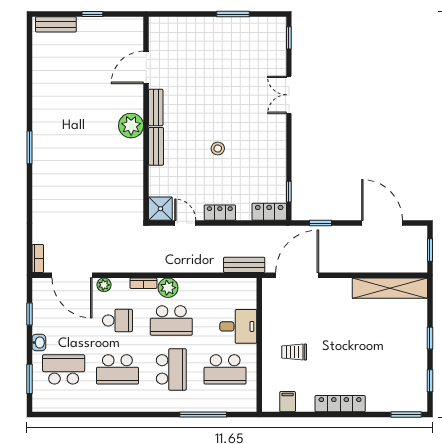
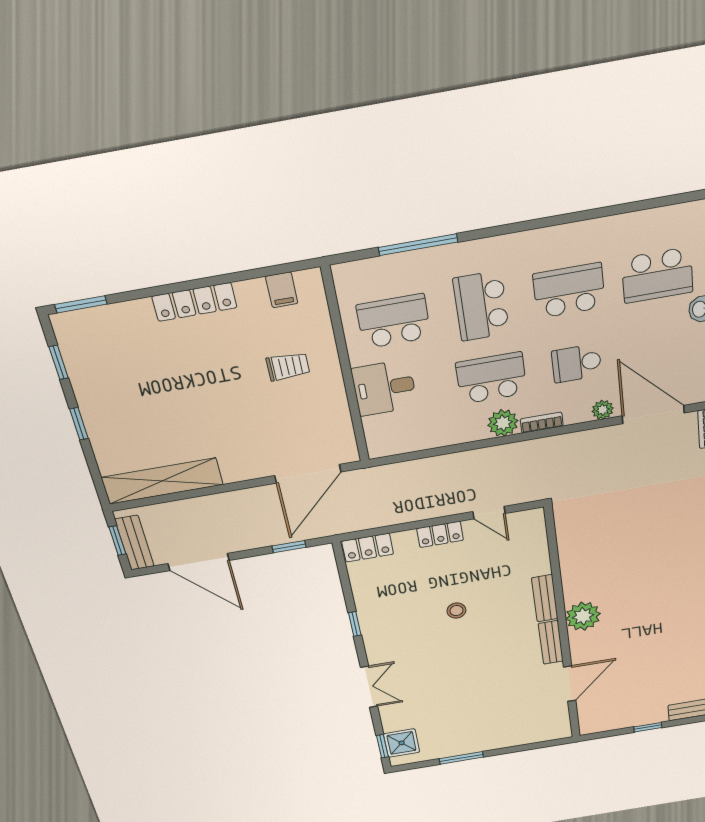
window: (289, 192) -> (355, 624), moved
shower: (160, 209) -> (402, 743), moved
bench: (244, 265) -> (134, 543), moved, turned 90

